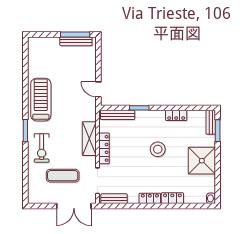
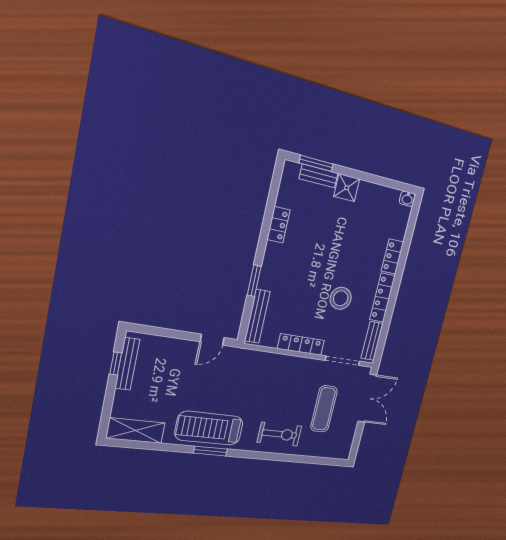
window: (75, 34) -> (116, 364), width x0.46
bench: (211, 122) -> (319, 176), moved
window: (25, 131) -> (210, 451), moved
shelving: (89, 139) -> (136, 431), moved
stool: (158, 149) -> (341, 298), moved
shower: (202, 161) -> (347, 188), width x0.54, depth x0.54
locker: (150, 198) -> (382, 298), width x1.53

